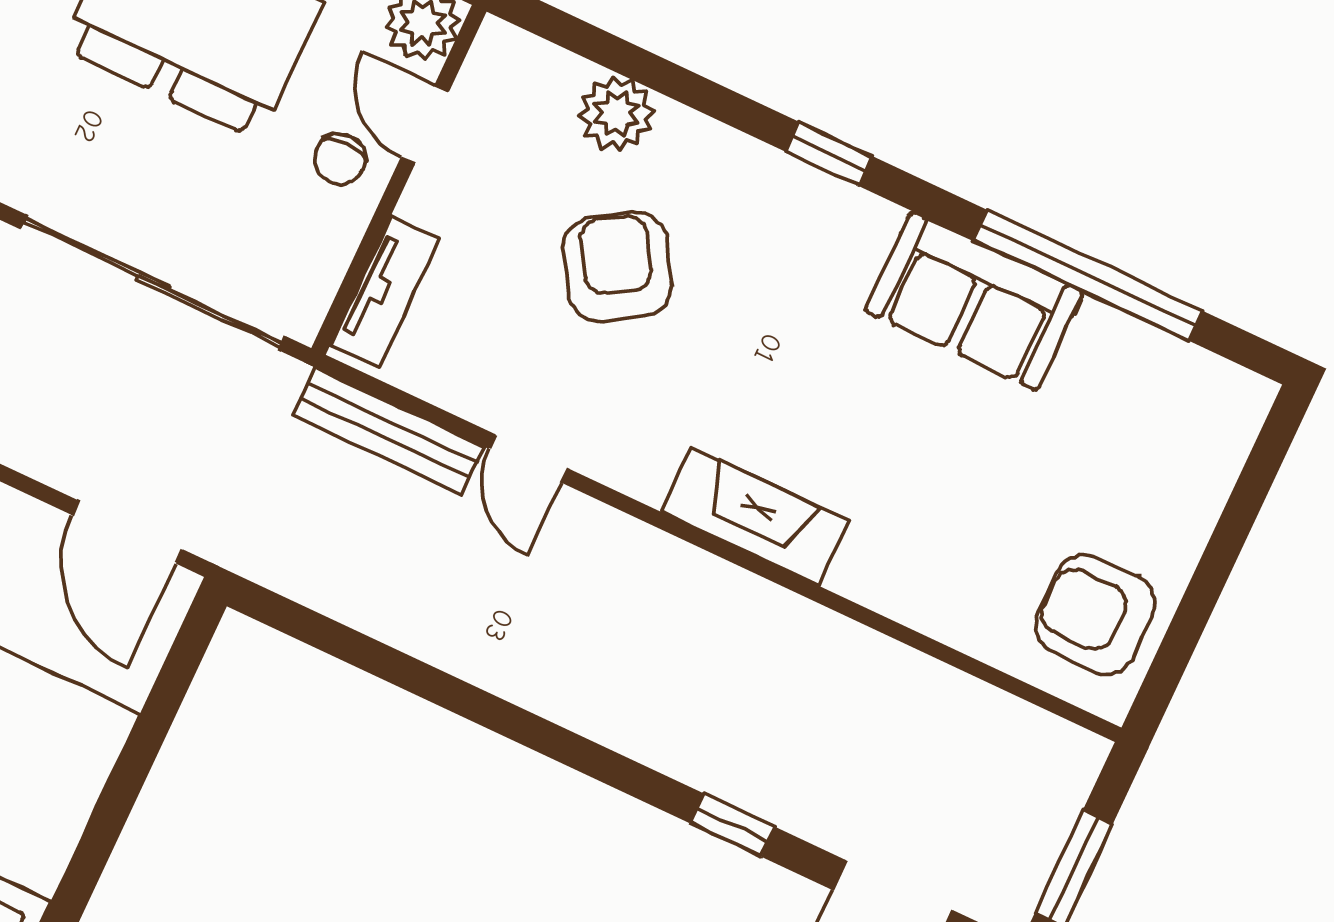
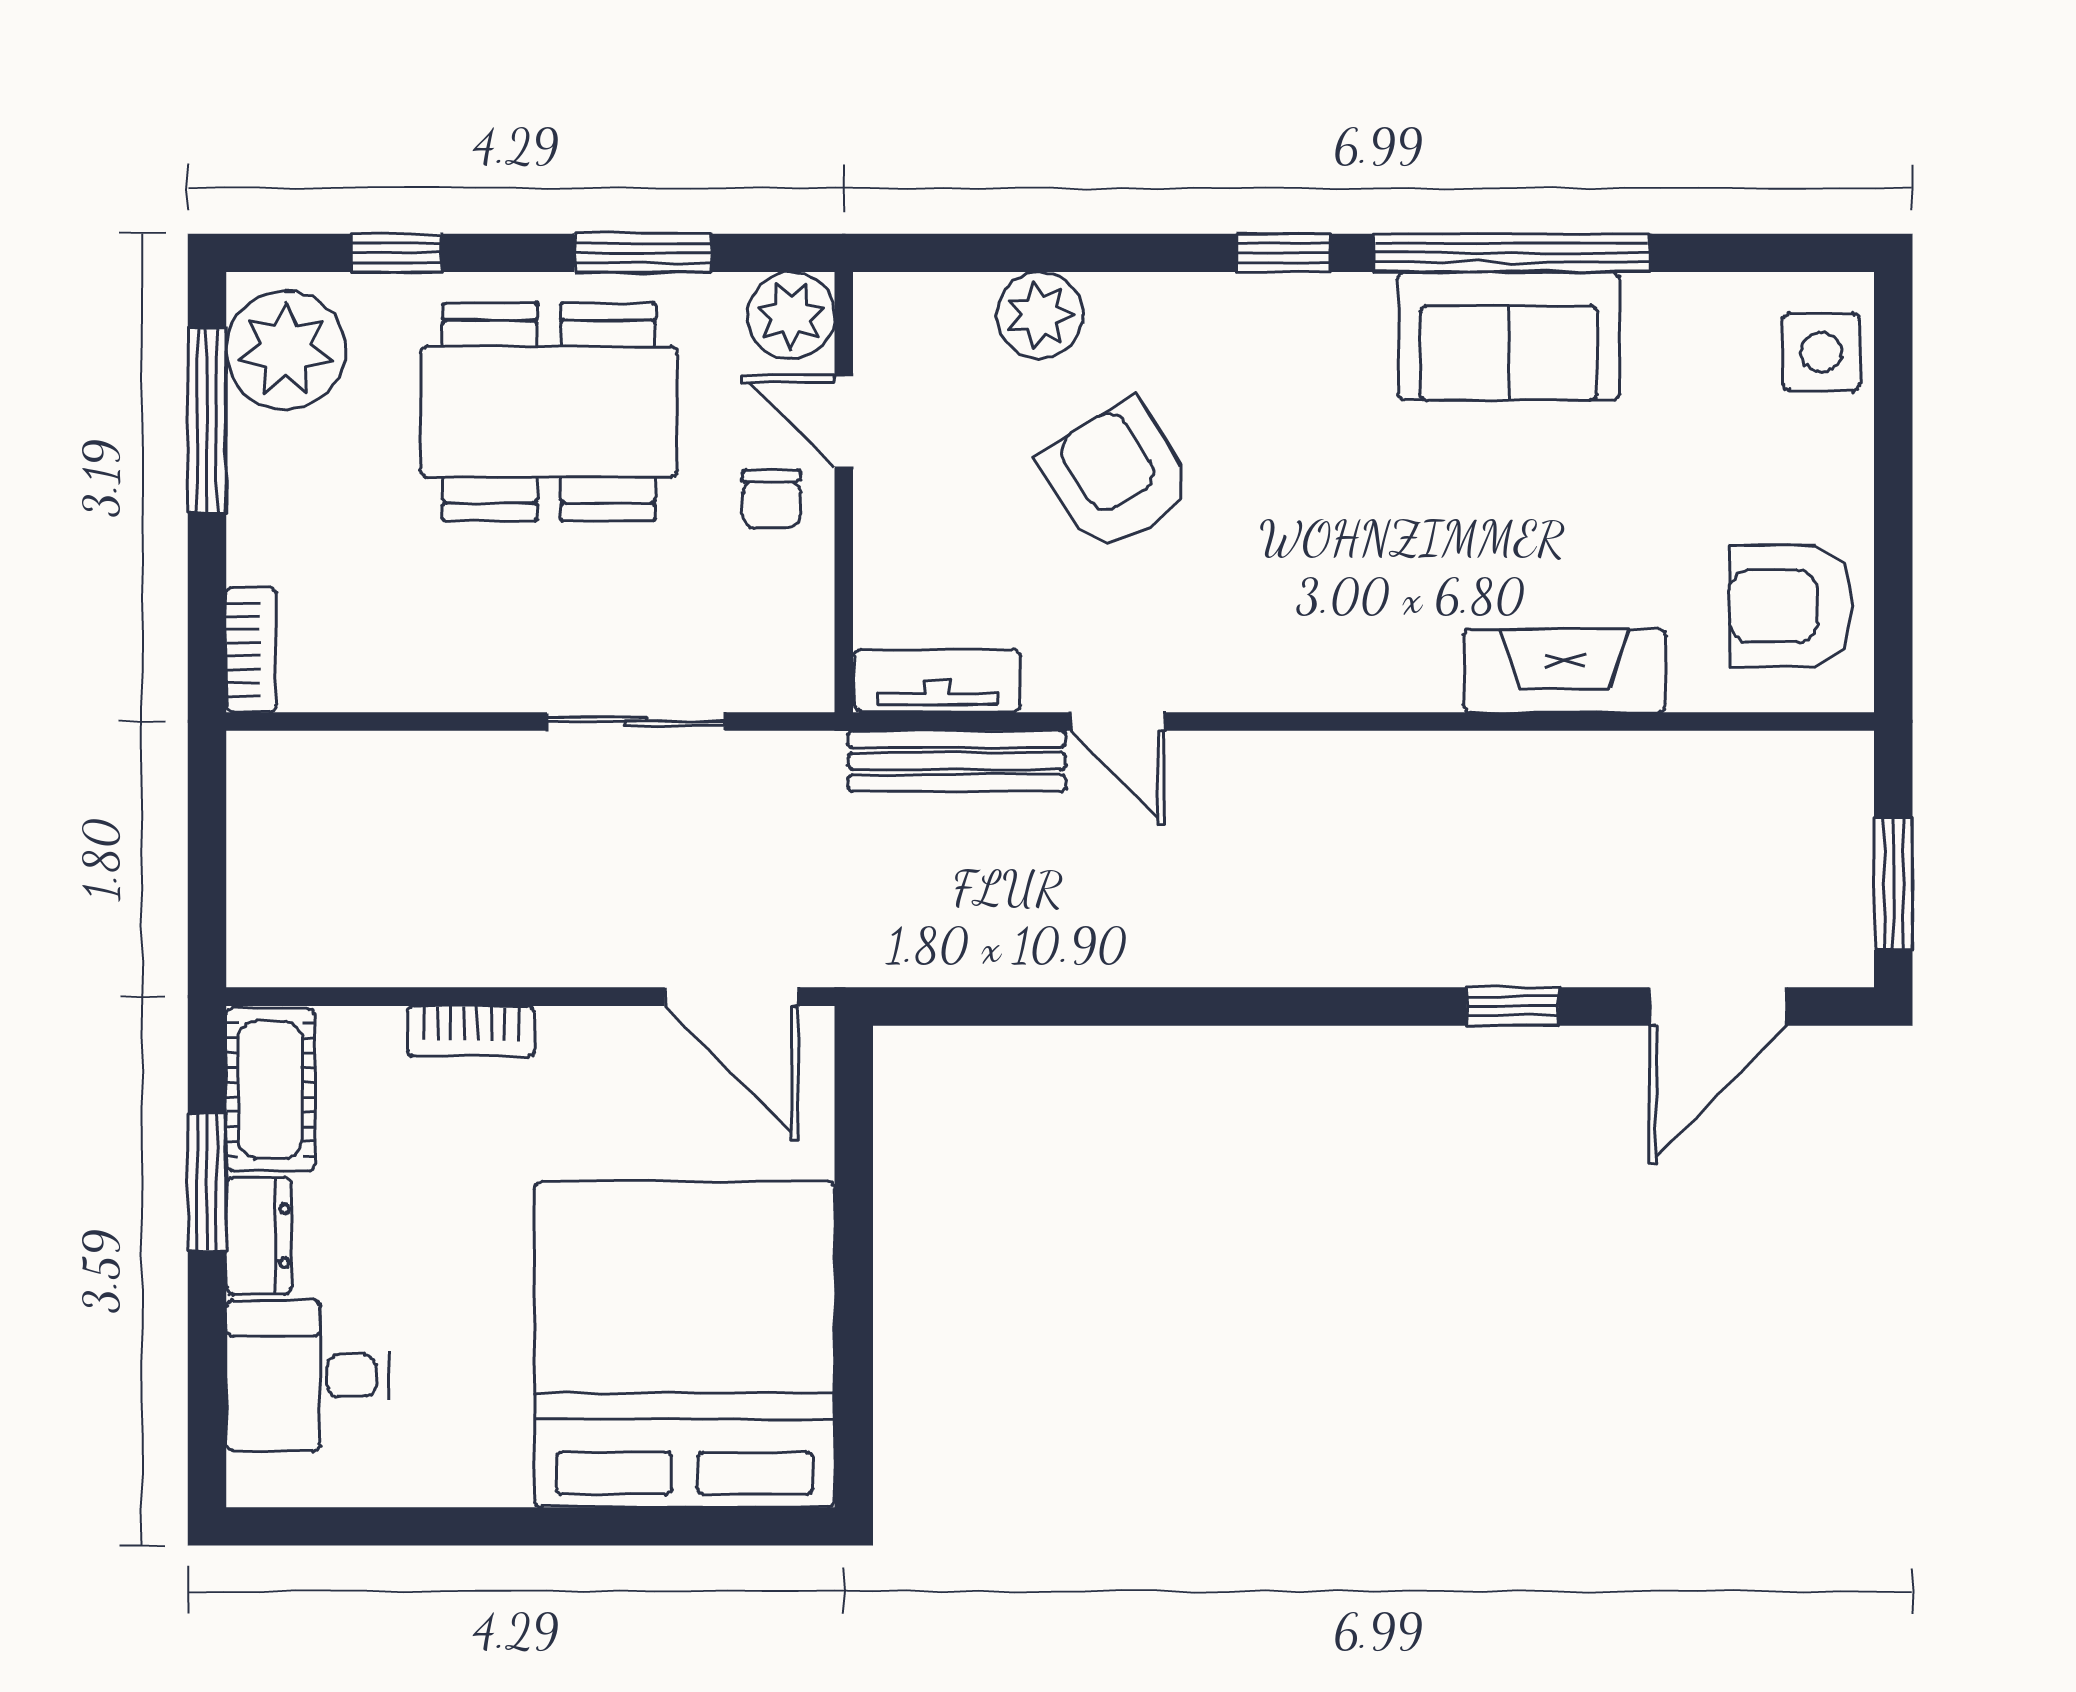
window: (1088, 275) -> (1512, 253), moved
sliding door: (153, 283) -> (636, 721), width x0.54
tv unit: (385, 292) -> (937, 681), moved, turned -90
side table: (1212, 427) -> (1821, 352), added
fireplace: (755, 516) -> (1565, 671), moved

